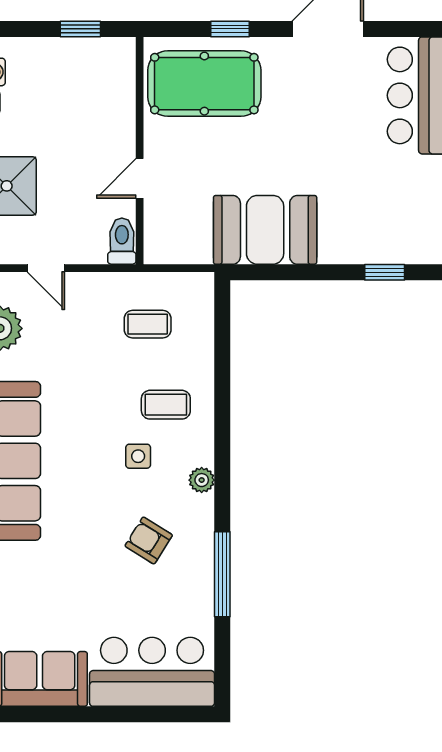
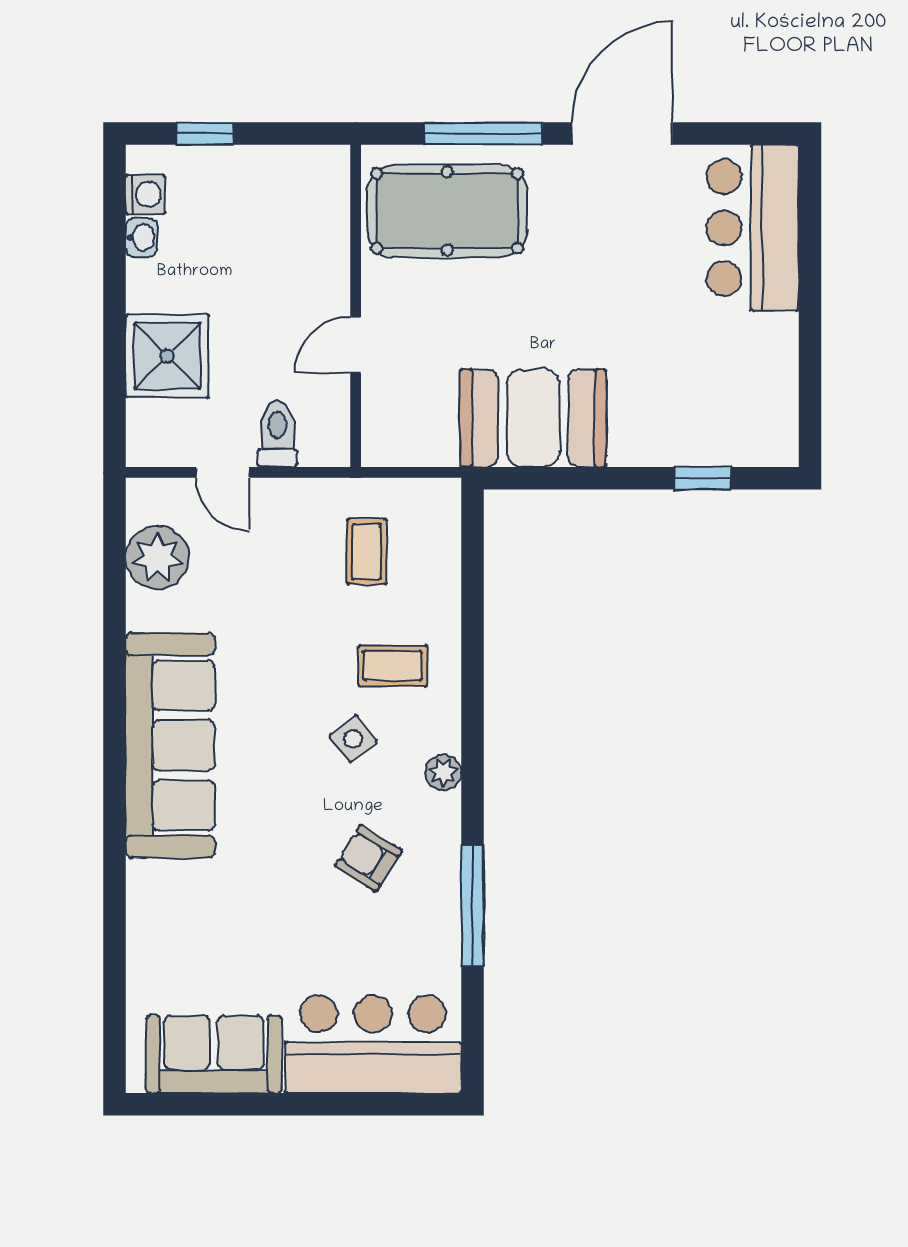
window: (80, 29) -> (205, 134), moved
window: (230, 29) -> (483, 134), width x2.17
toilet: (122, 241) -> (277, 434), moved
coffee table: (148, 324) -> (367, 552), turned 90
side table: (138, 456) -> (353, 739), turned -38

